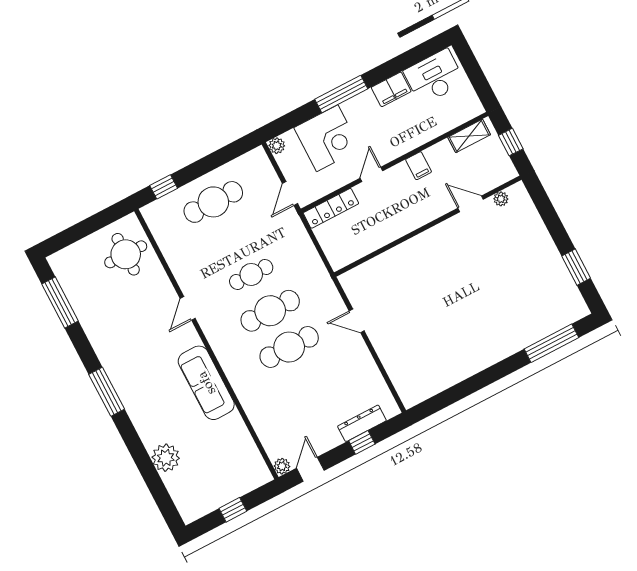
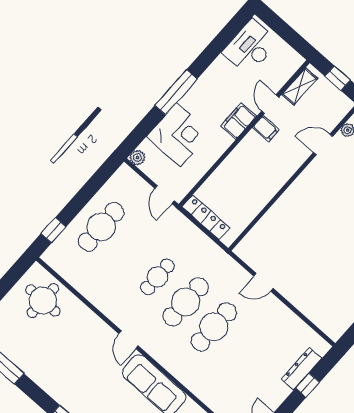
filing cabinet: (391, 89) -> (239, 121), moved, turned 180
door: (371, 174) -> (270, 104), moved
locker: (331, 208) -> (206, 217), moved, turned -90
door: (188, 308) -> (129, 340), moved

